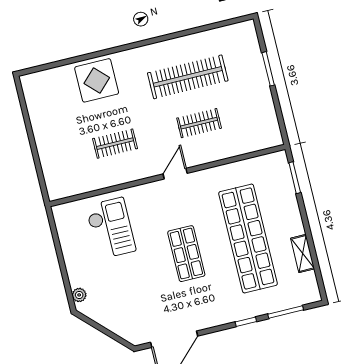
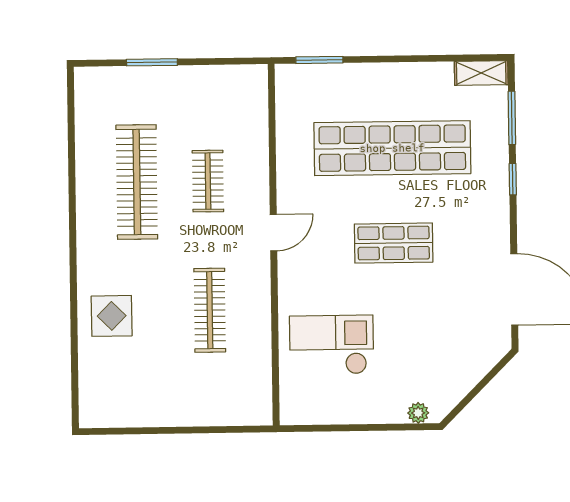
display table: (97, 80) -> (112, 316), width x0.73, depth x0.73
clothes rail: (115, 144) -> (210, 310), width x1.36
door: (175, 174) -> (274, 233), swing flipped
shelving: (303, 253) -> (481, 73), moved

